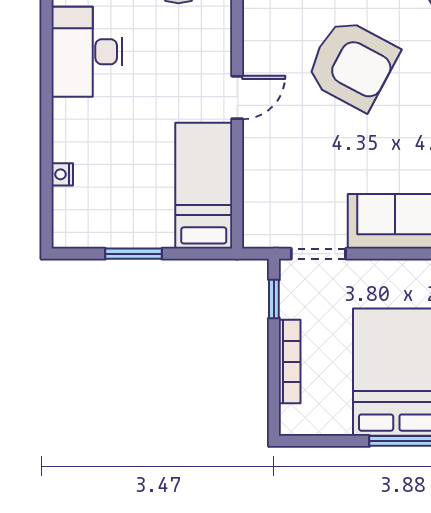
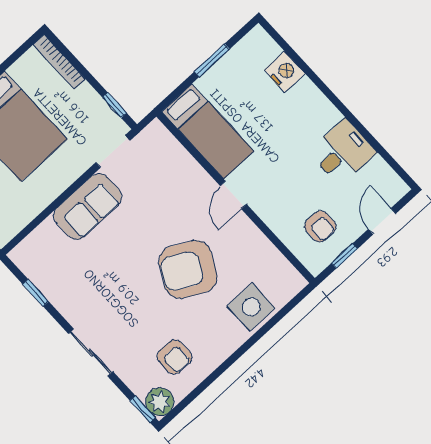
desk: (87, 52) -> (342, 152), width x0.73
nightstand: (62, 174) -> (285, 72), width x1.89, depth x1.79
bookcase: (290, 362) -> (59, 62), moved

